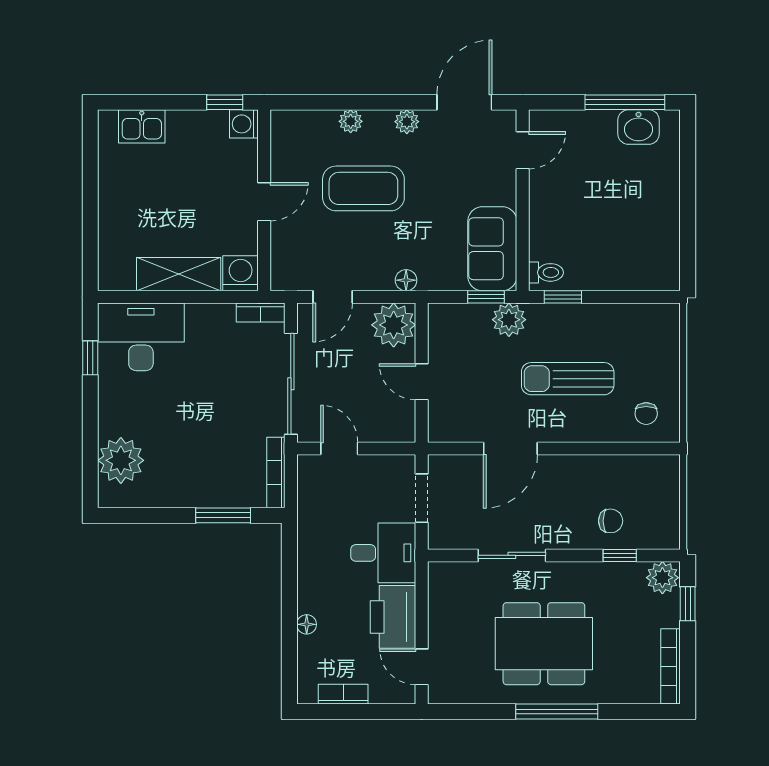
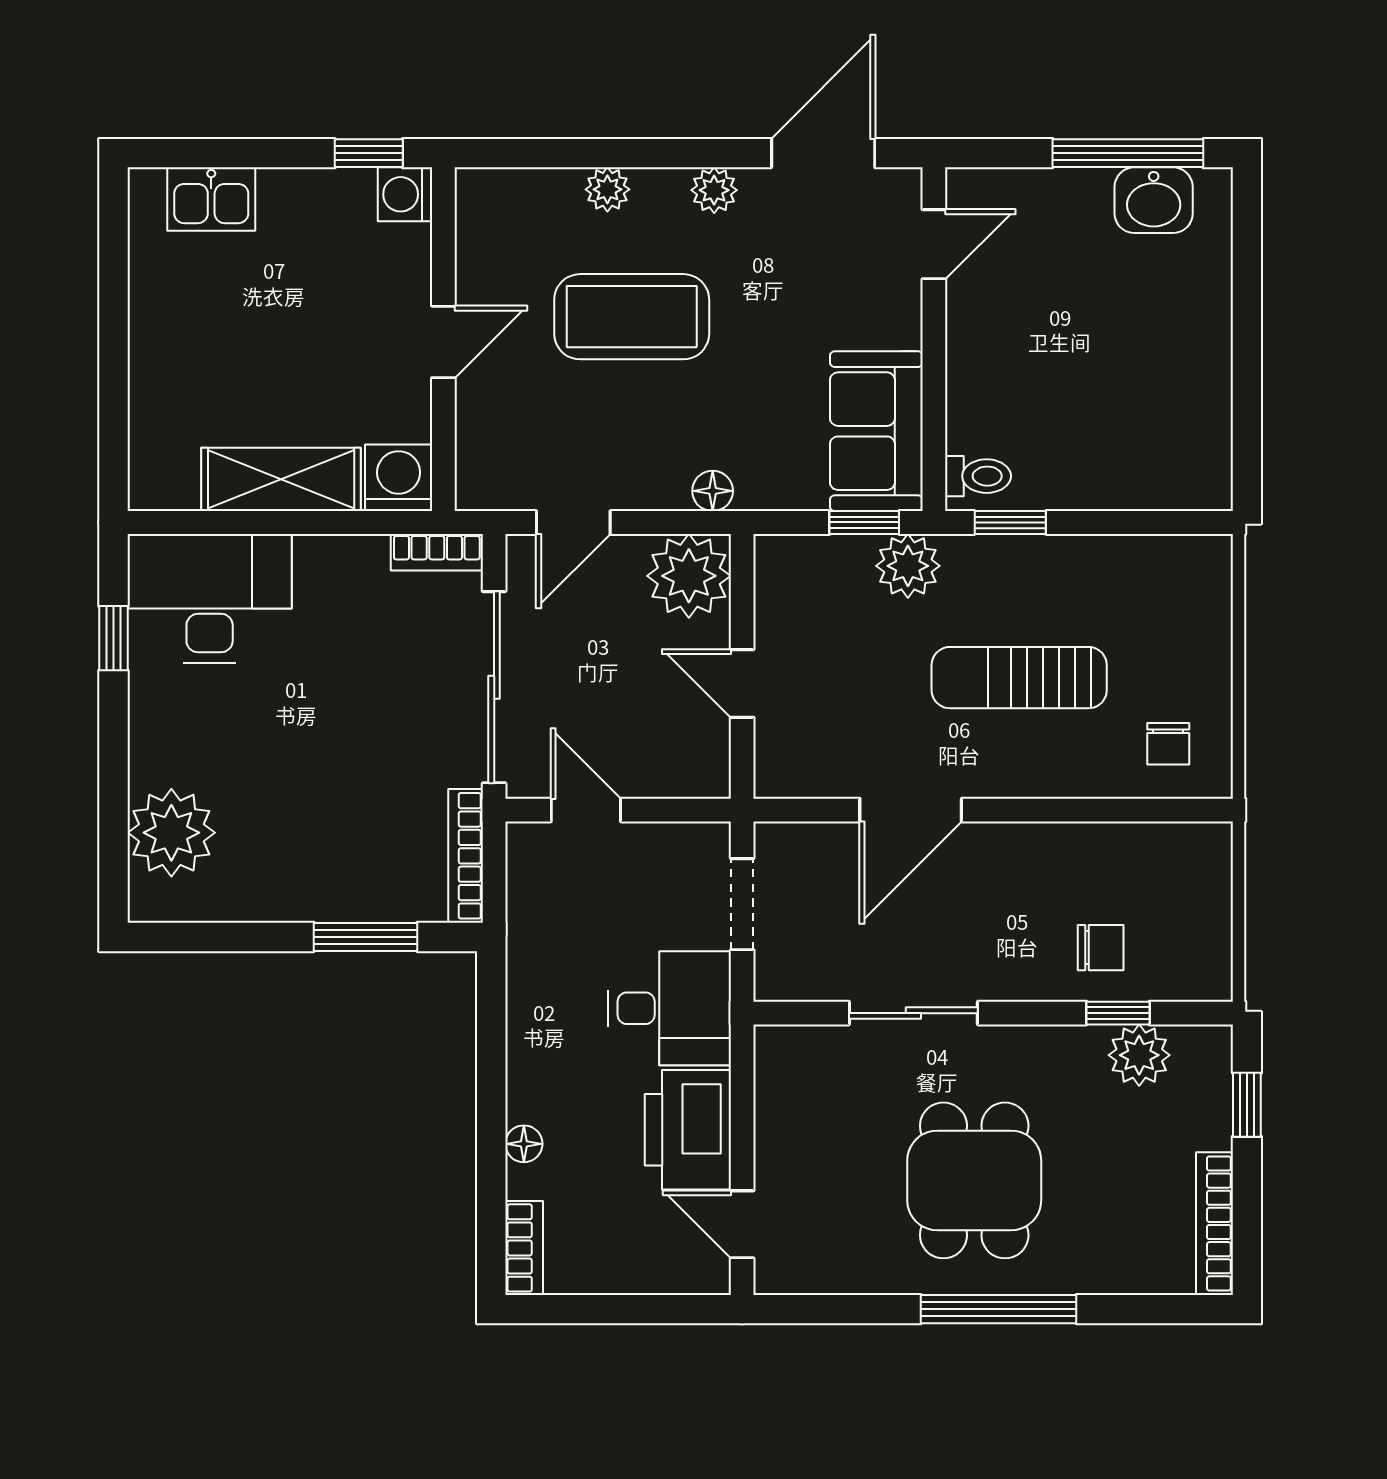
plant: (662, 578) -> (1139, 1055), moved
dining table: (544, 644) -> (974, 1180), width x0.73
bookcase: (343, 694) -> (524, 1248), moved, turned 90

